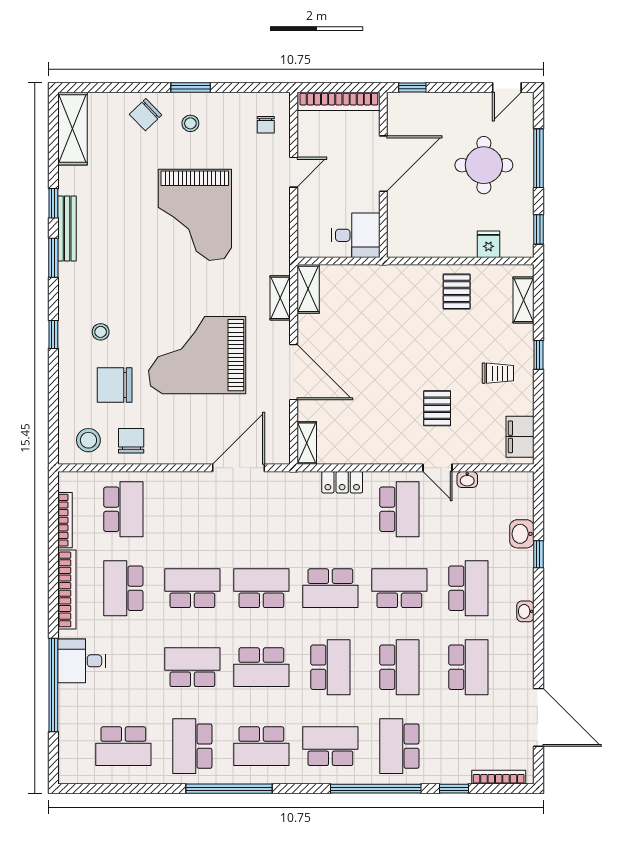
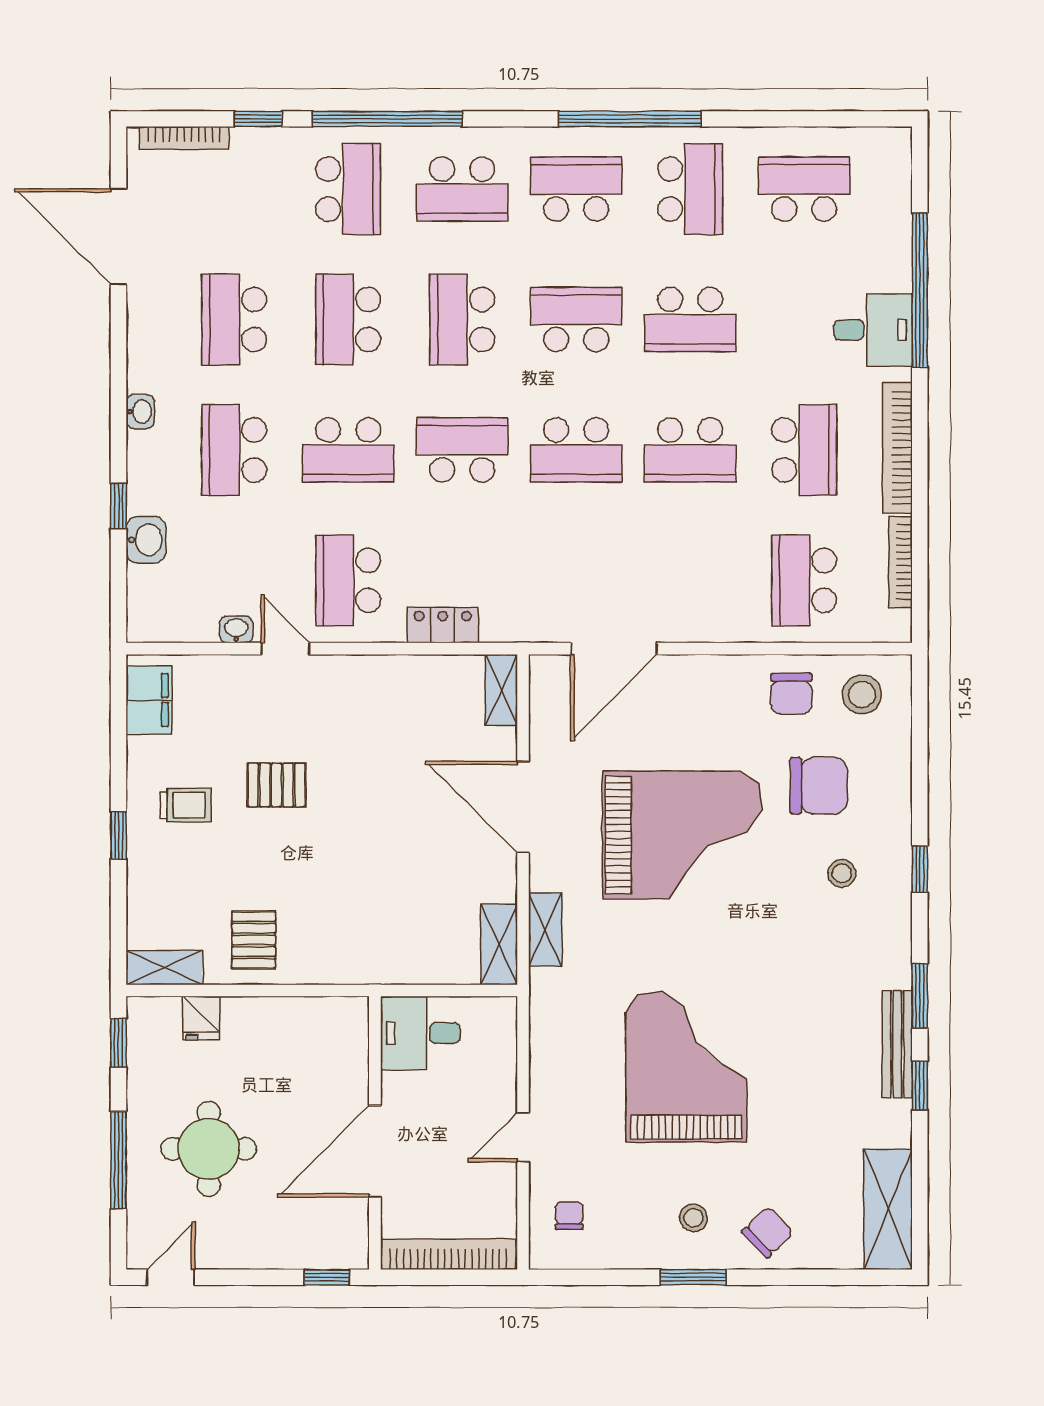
shelving: (523, 300) -> (164, 968), moved, turned 90
trolley: (498, 373) -> (186, 805), turned 180
pallet: (437, 408) -> (276, 785), moved, turned 90

